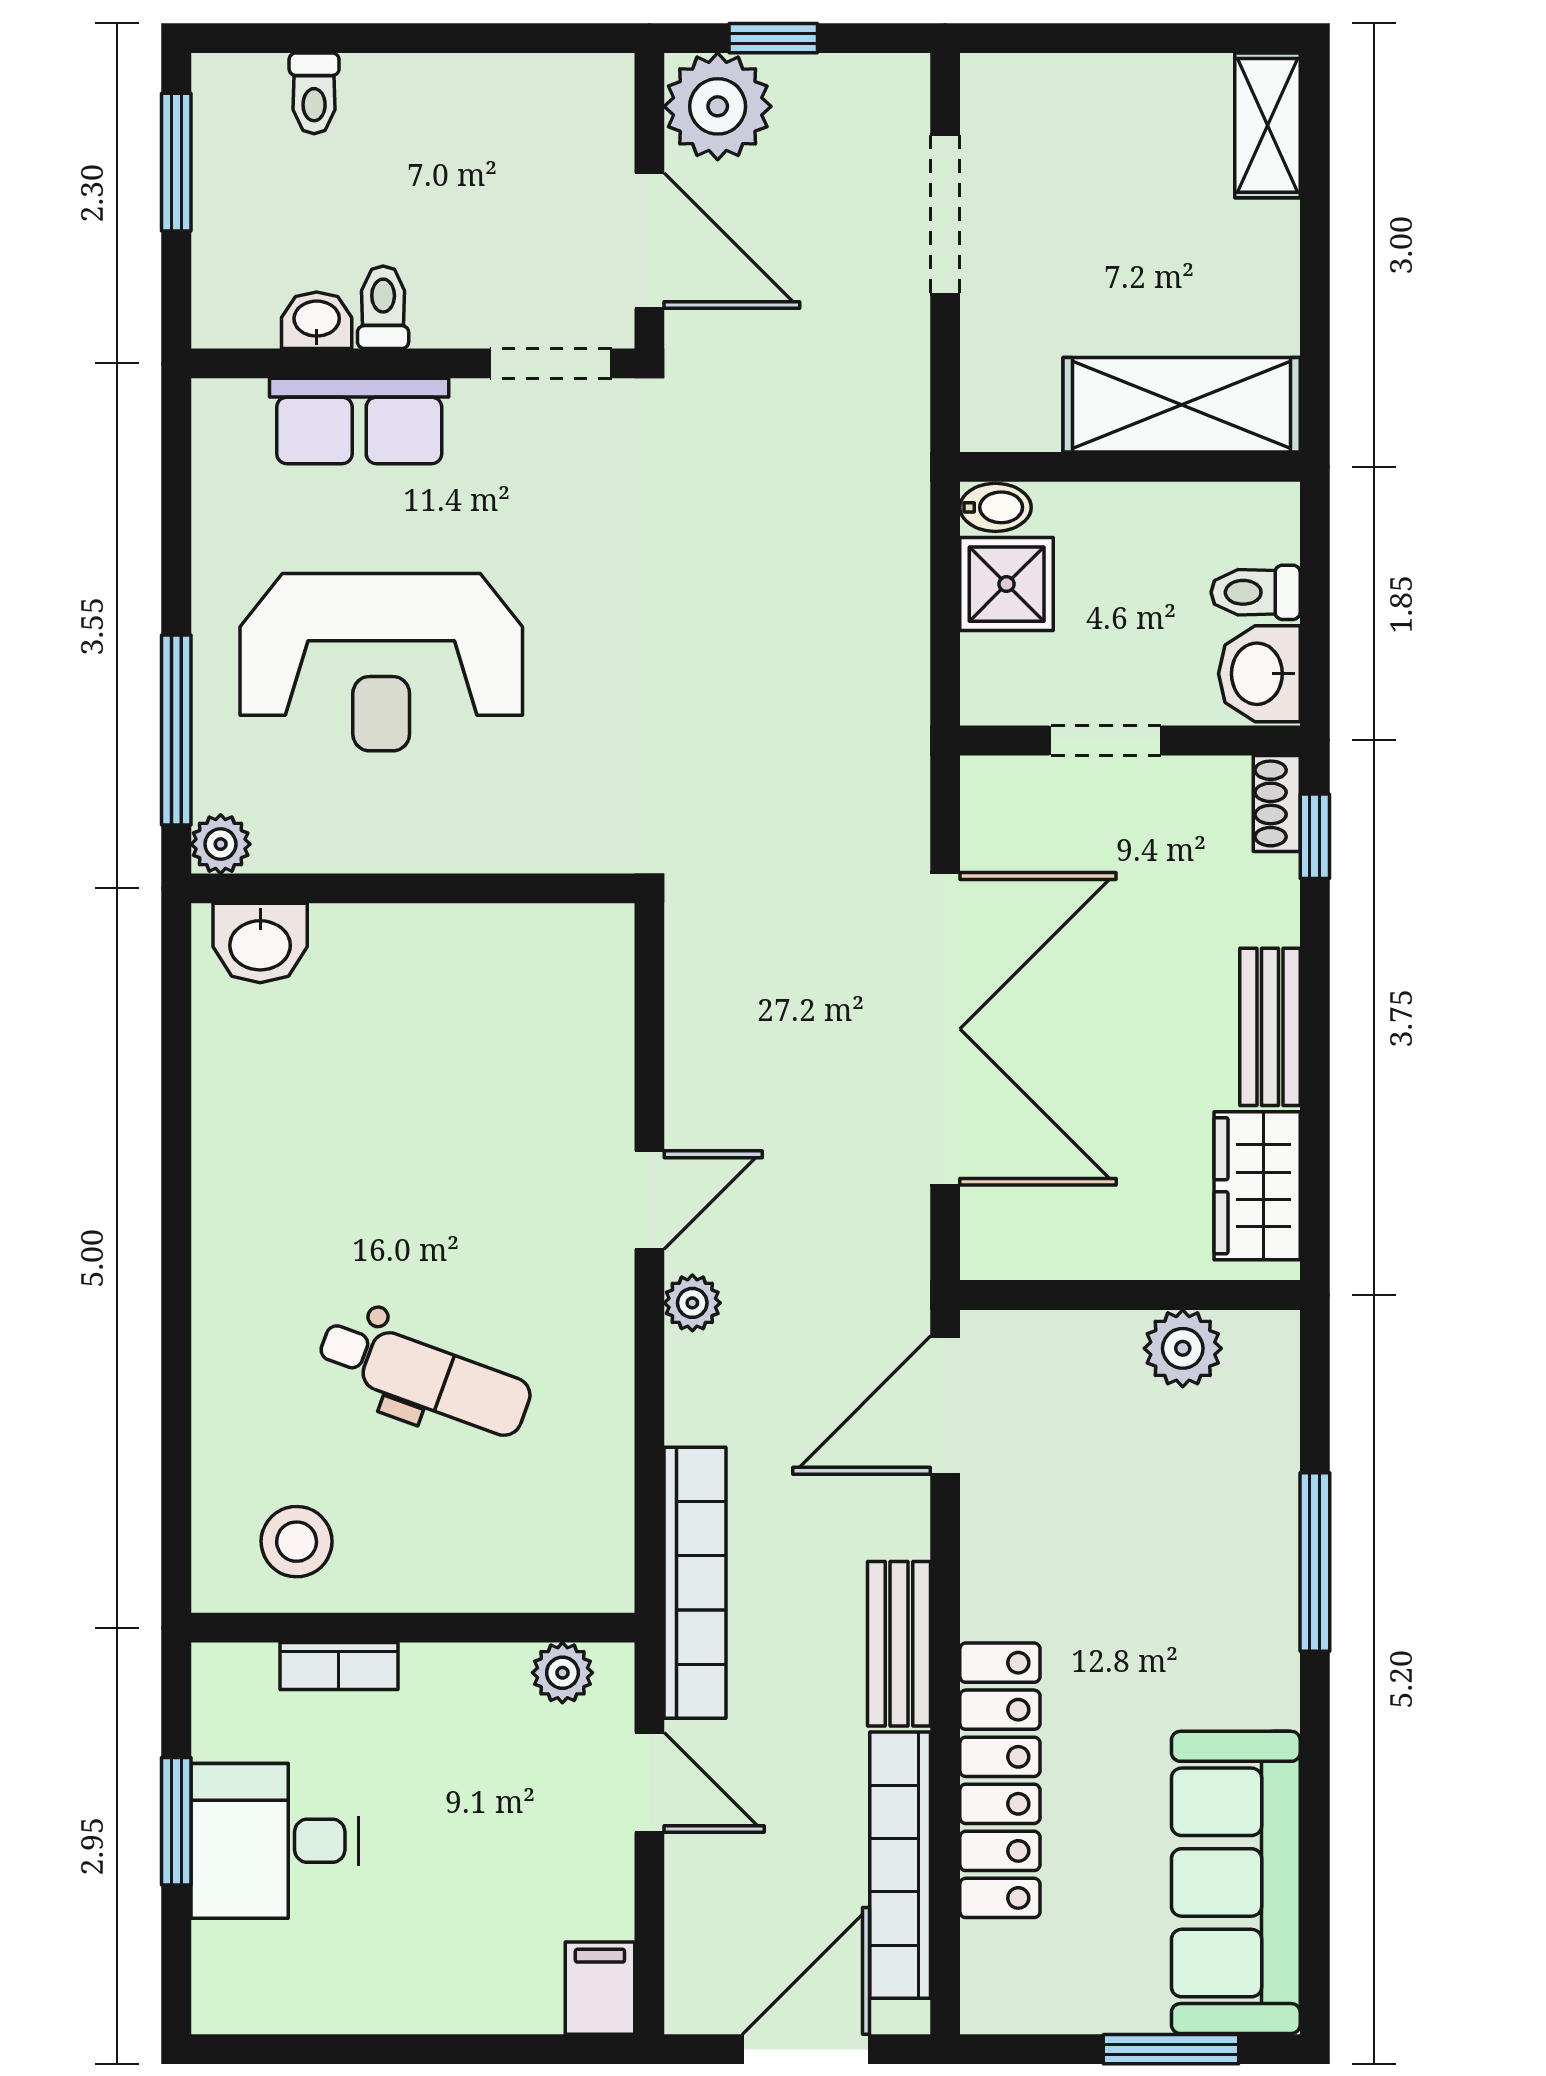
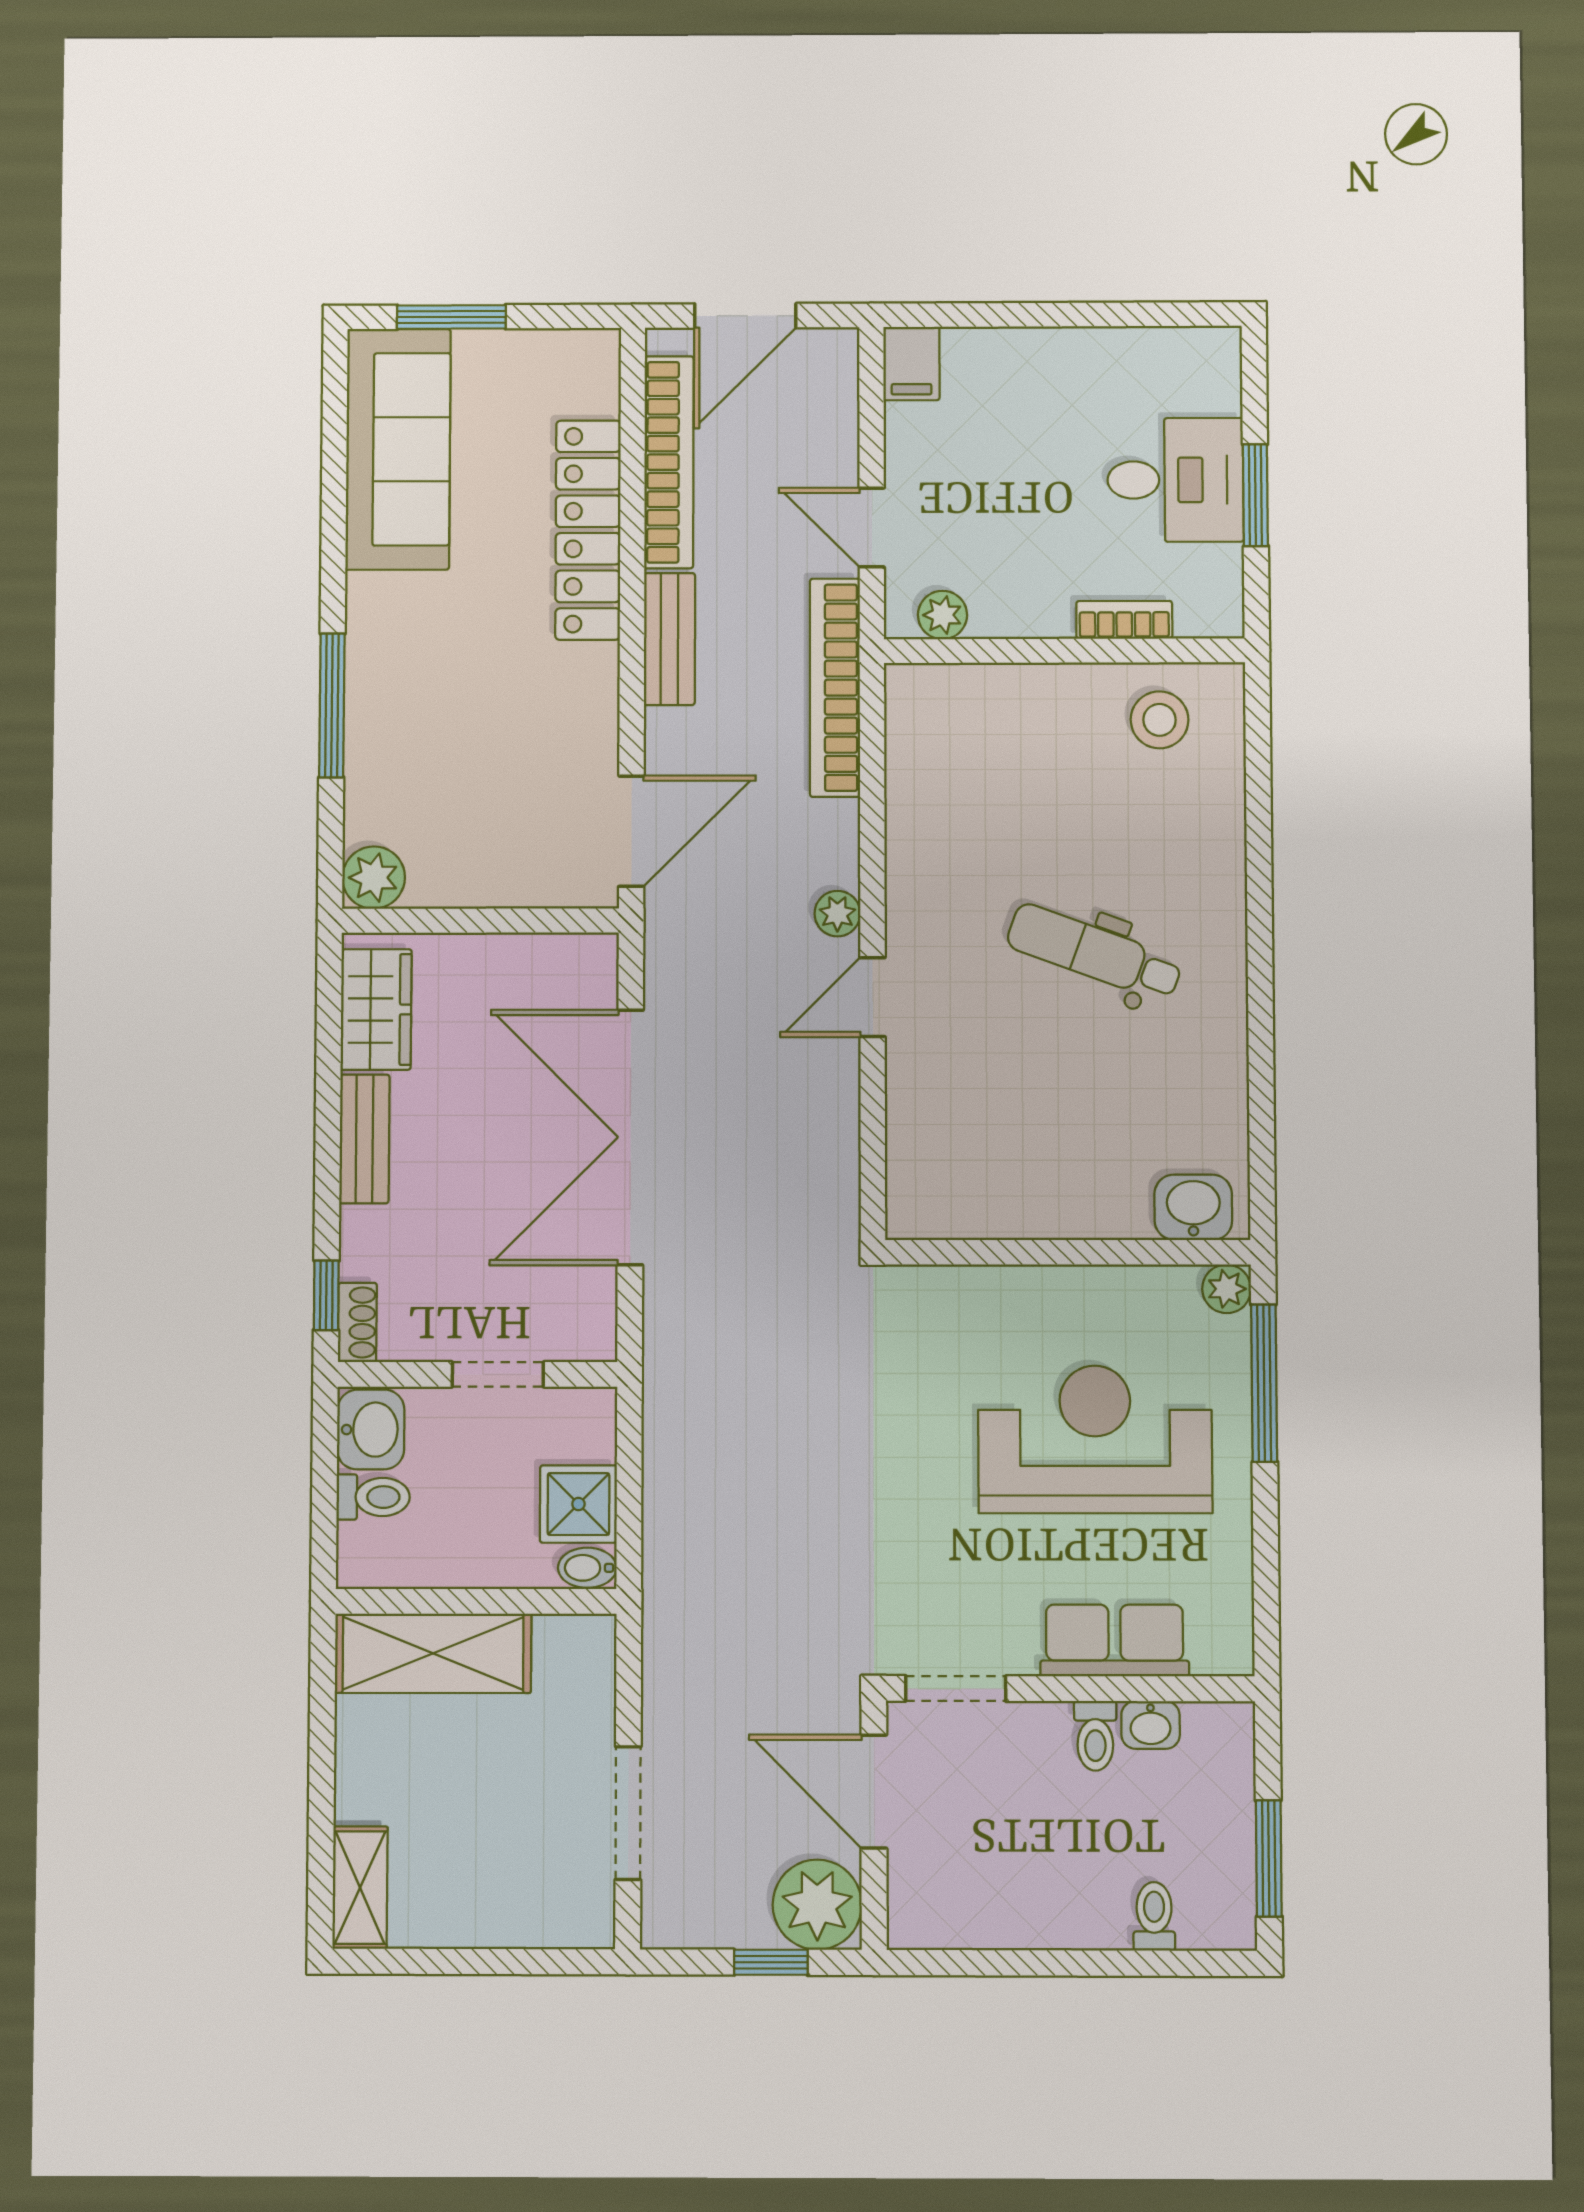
plant: (1183, 1348) -> (374, 878), moved
dental chair: (425, 1376) -> (1094, 953), moved

